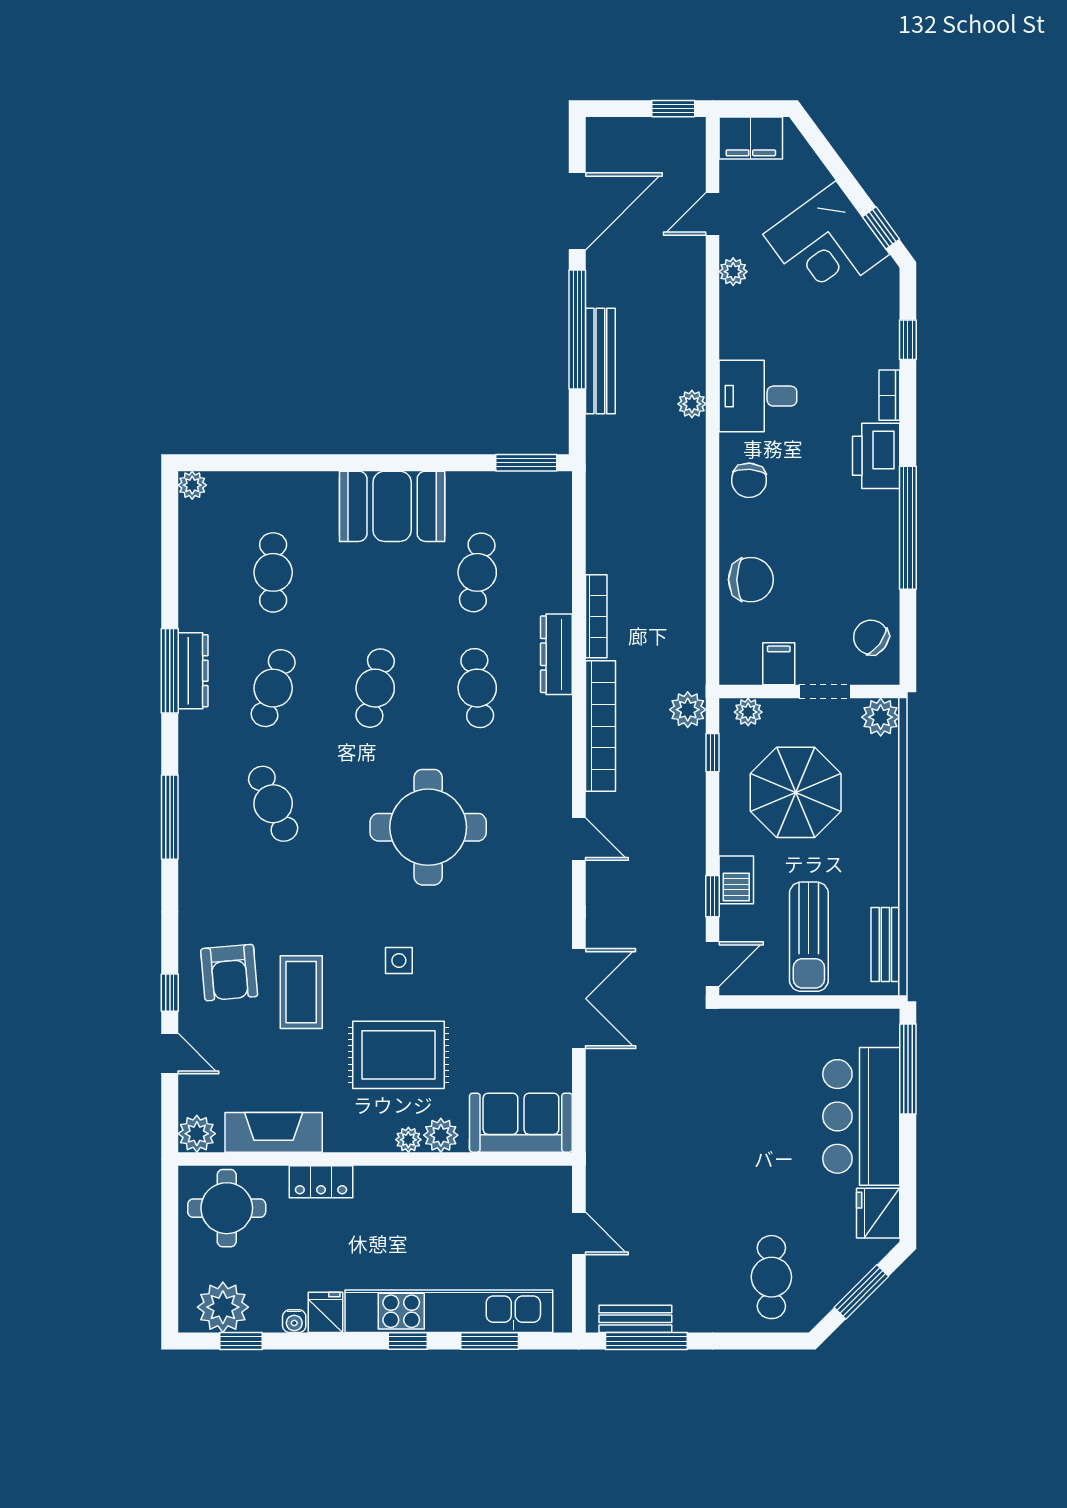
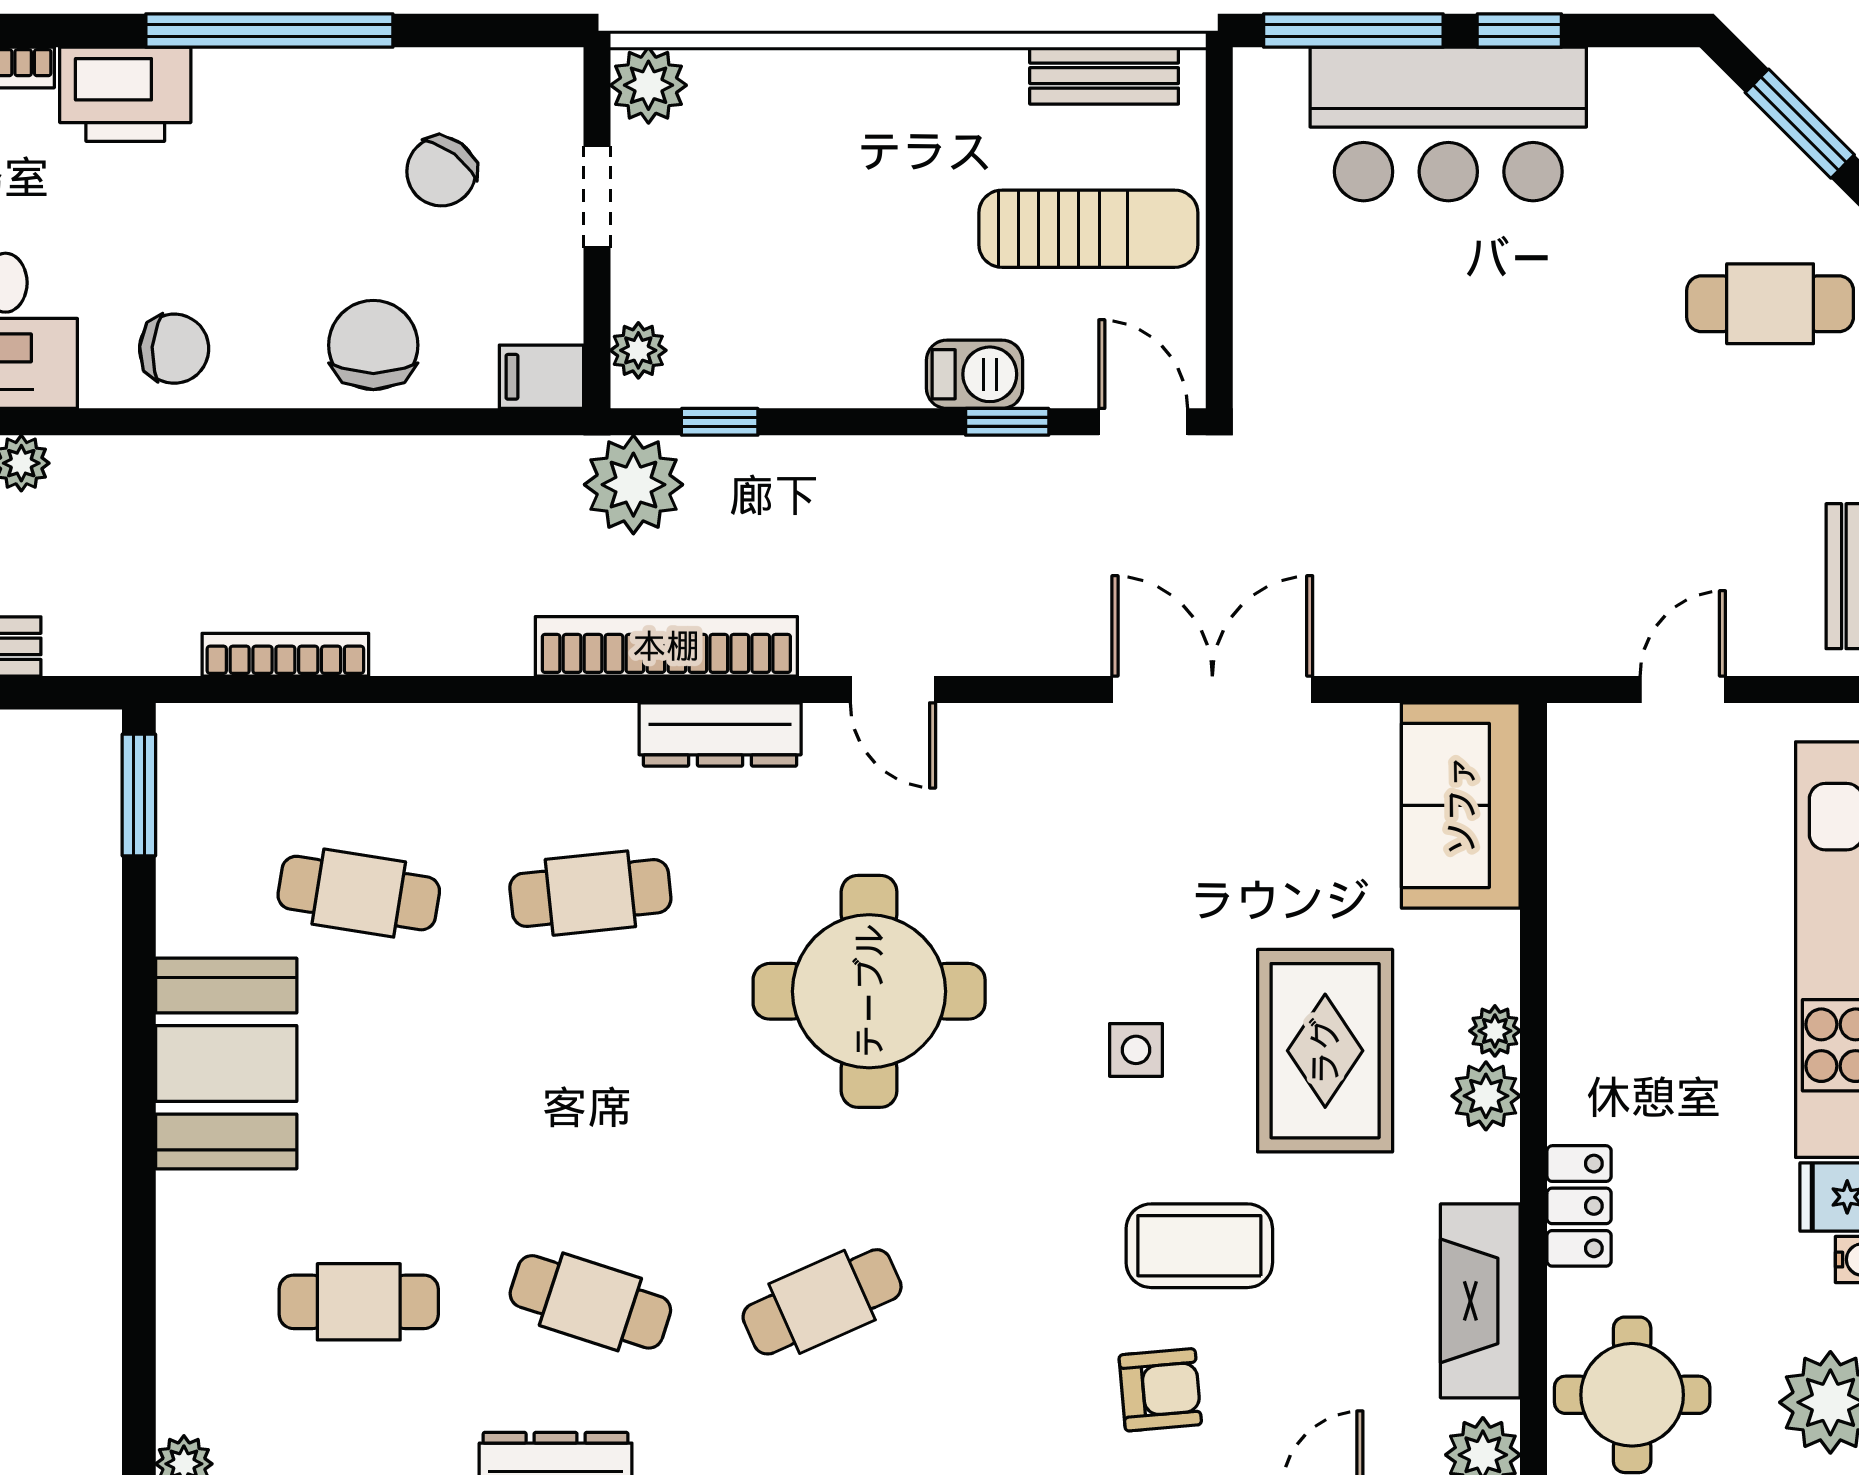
bookcase: (596, 616) -> (285, 655), moved
chair: (871, 637) -> (441, 171), moved
dresser: (556, 654) -> (720, 734), moved
filing cabinet: (779, 664) -> (541, 377), moved
cafe table: (375, 688) -> (590, 1097), removed
plant: (688, 710) -> (633, 485), width x1.36, depth x1.36
parasol: (796, 792) -> (799, 255), removed
door: (579, 839) -> (893, 689), swing flipped
armchair: (229, 973) -> (1160, 1390), width x0.72, depth x0.72
plant: (441, 1135) -> (1486, 1096), moved
window: (908, 1152) -> (1519, 30), added
fridge: (878, 1213) -> (1642, 90), removed

